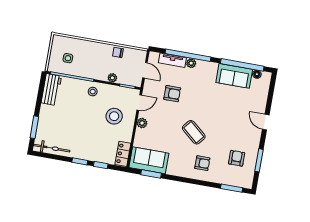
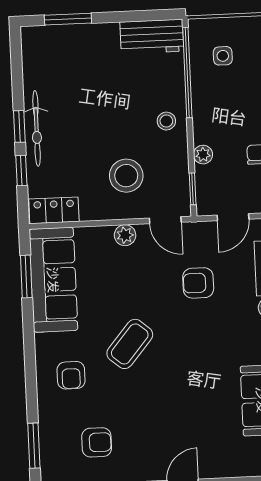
armchair: (172, 94) -> (198, 283), turned 90
bicycle: (52, 148) -> (37, 128), moved
sofa: (149, 160) -> (53, 280), width x1.36

